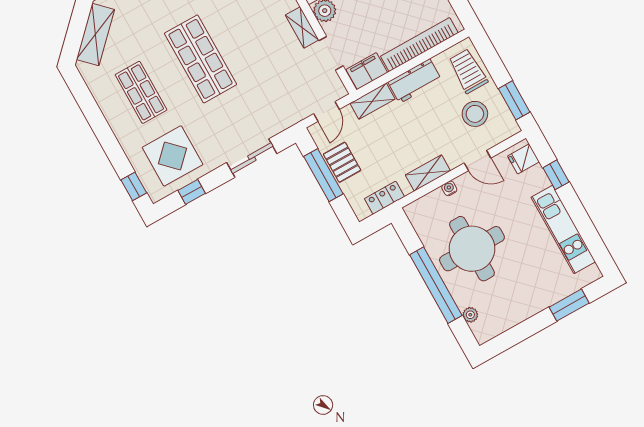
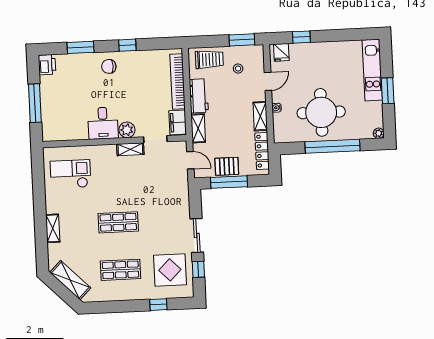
shop shelf: (201, 59) -> (118, 222), width x0.70, depth x0.74
trolley: (468, 71) -> (209, 59), turned 180
stool: (475, 114) -> (238, 69), width x0.53, depth x0.53
sliding door: (252, 158) -> (197, 235), moved
window: (134, 186) -> (158, 305), moved
locker: (384, 198) -> (262, 151), width x1.53
kitchen unit: (563, 229) -> (372, 70), moved, turned 90
window: (569, 305) -> (388, 91), moved
plant: (470, 315) -> (379, 133), moved

